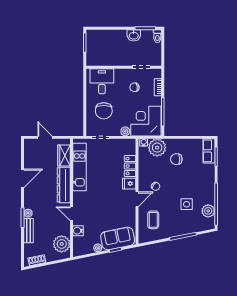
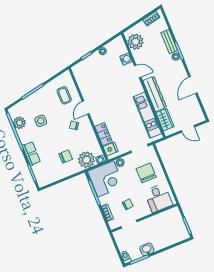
row of seats: (209, 151) -> (31, 154), moved
fridge: (129, 184) -> (111, 149), moved
sofa: (118, 238) -> (89, 66), removed

